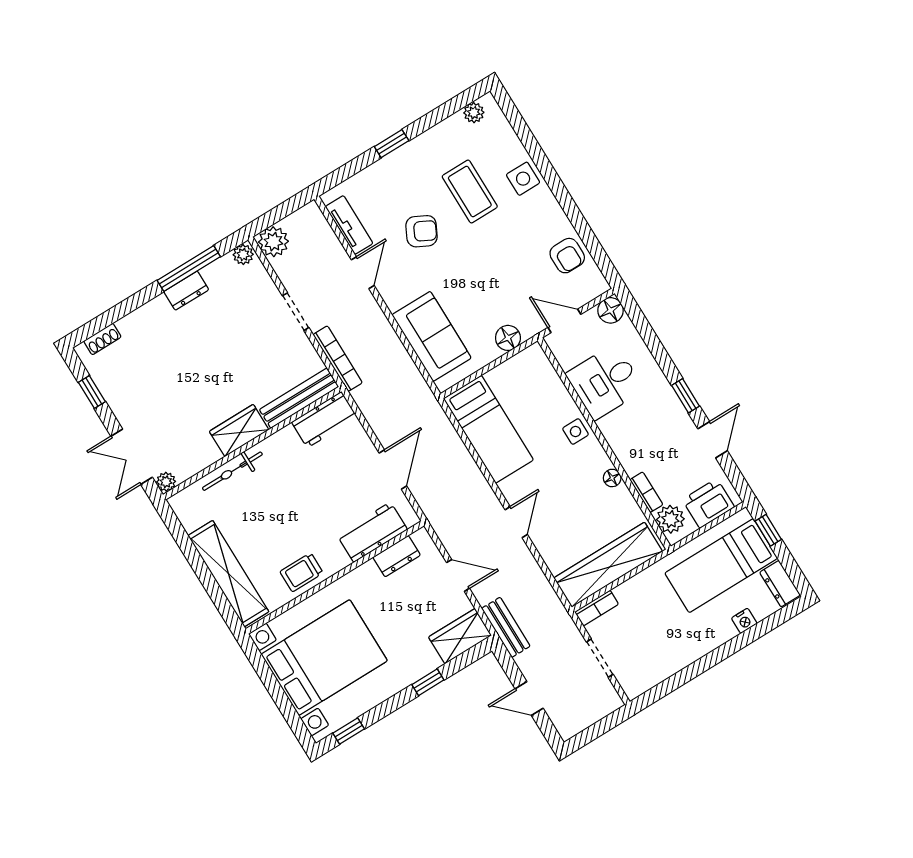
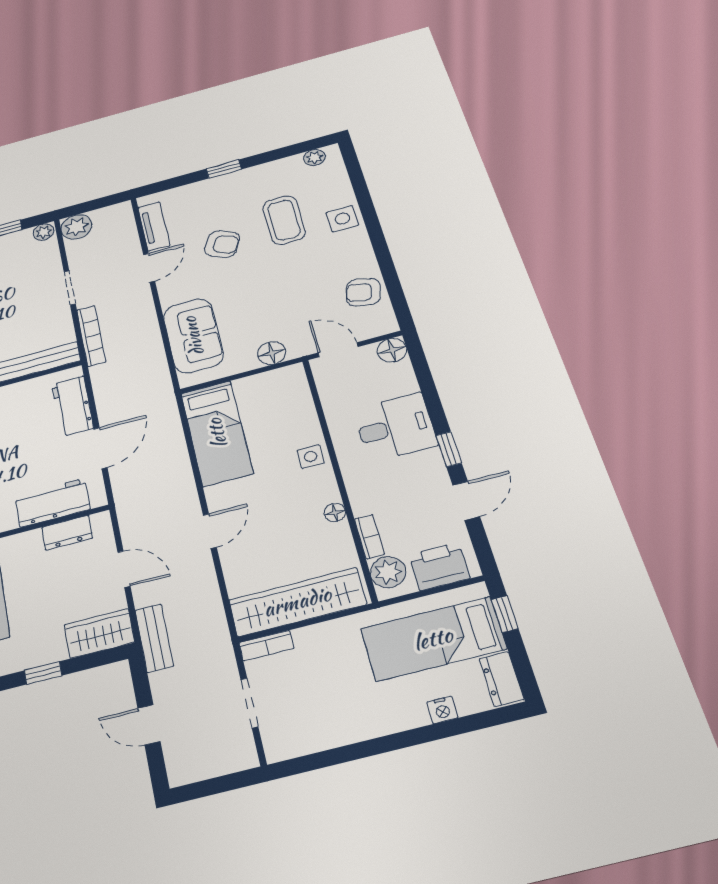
armchair: (567, 256) -> (363, 292), turned 104
desk: (605, 382) -> (395, 427), moved, turned 180
workbench: (324, 420) -> (72, 406), moved, turned 90

